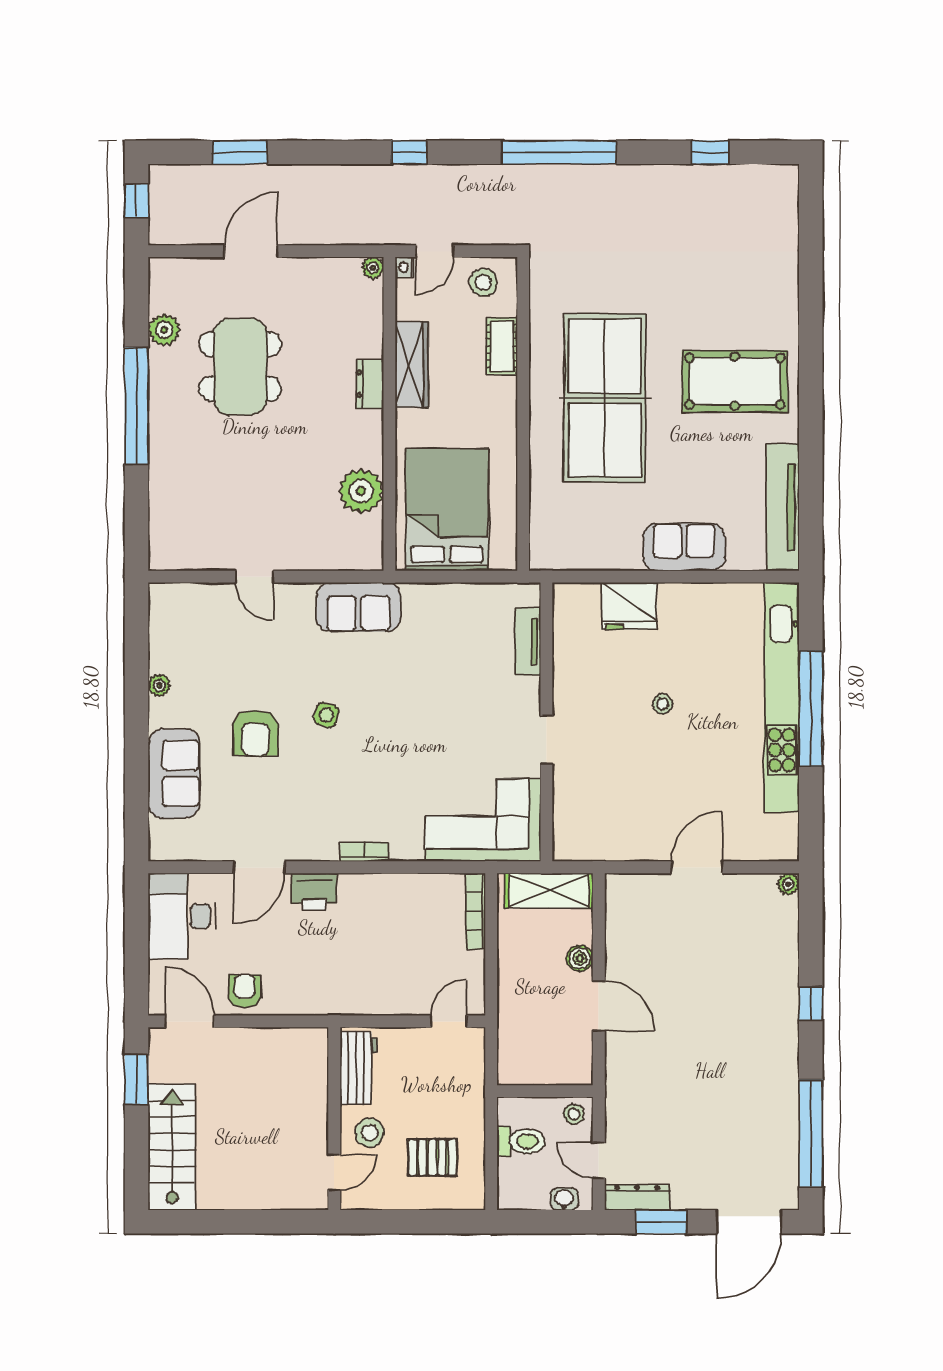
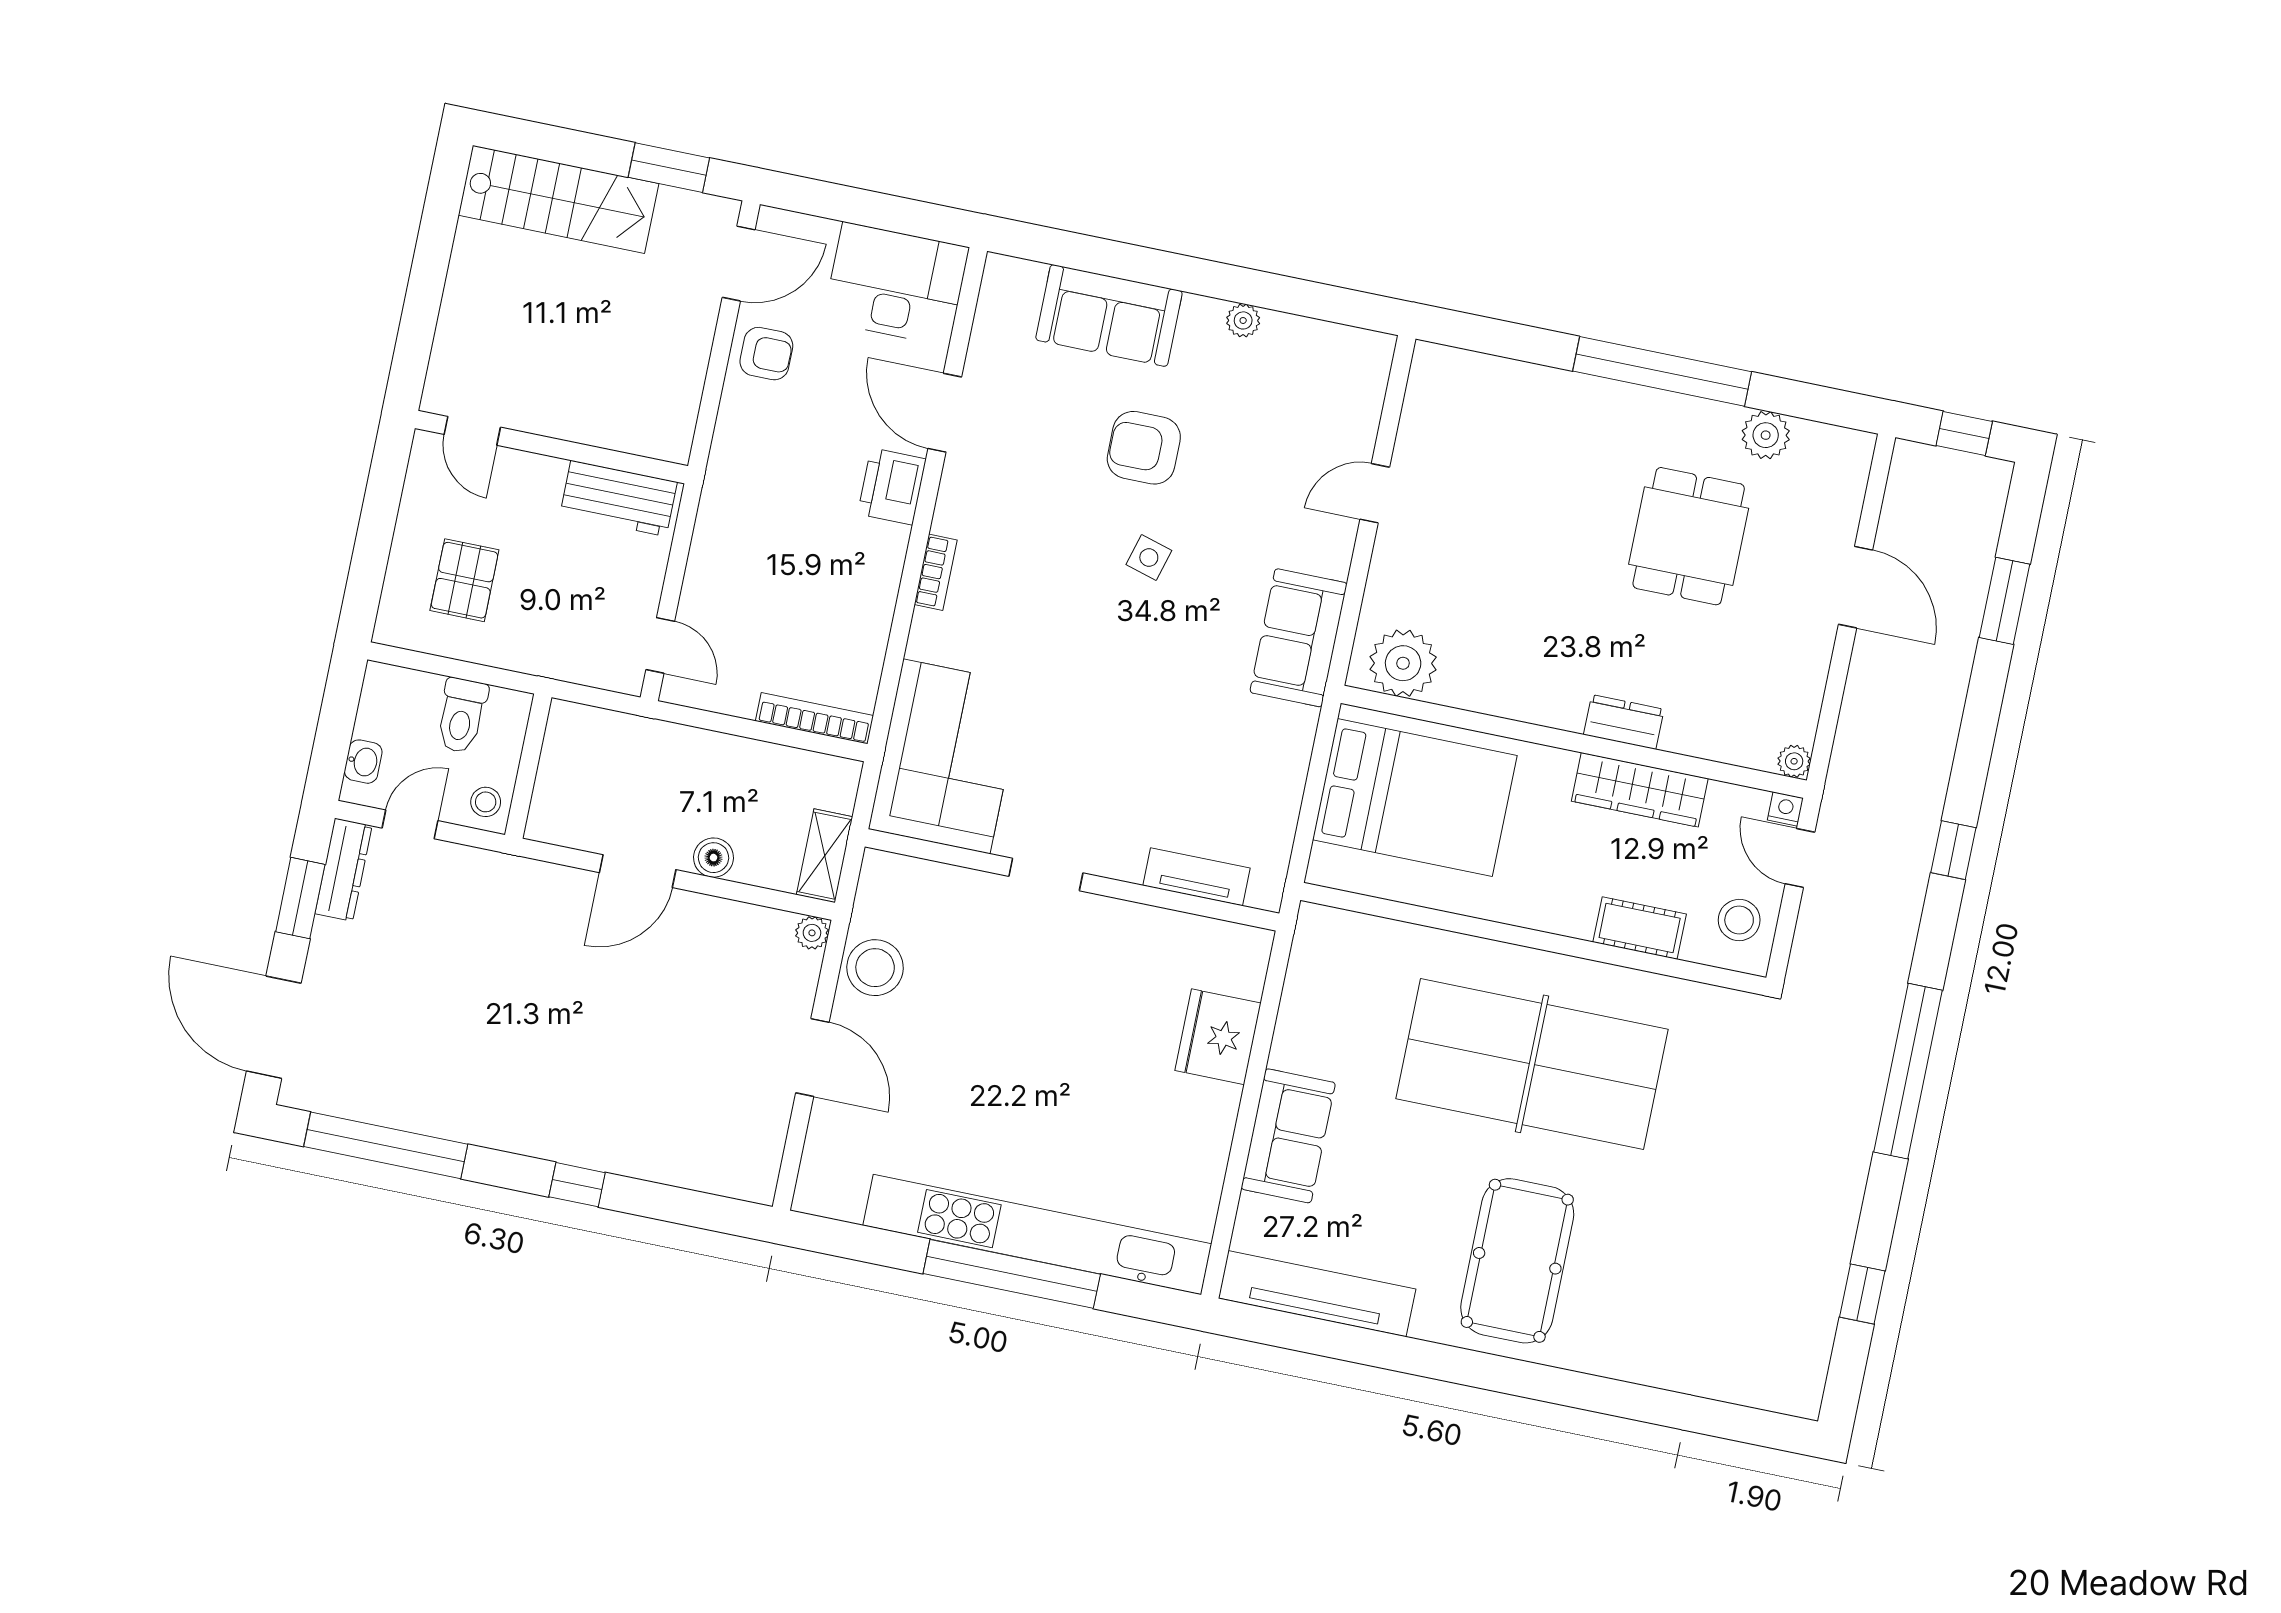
dining table: (240, 367) -> (1689, 536), width x0.73
plant: (361, 491) -> (1403, 663), moved
stool: (662, 704) -> (875, 968), moved, width x1.89, depth x1.89
plant: (788, 884) -> (812, 933), moved
shelving: (549, 891) -> (825, 856), width x0.67, depth x0.75
stool: (370, 1133) -> (520, 495), removed

